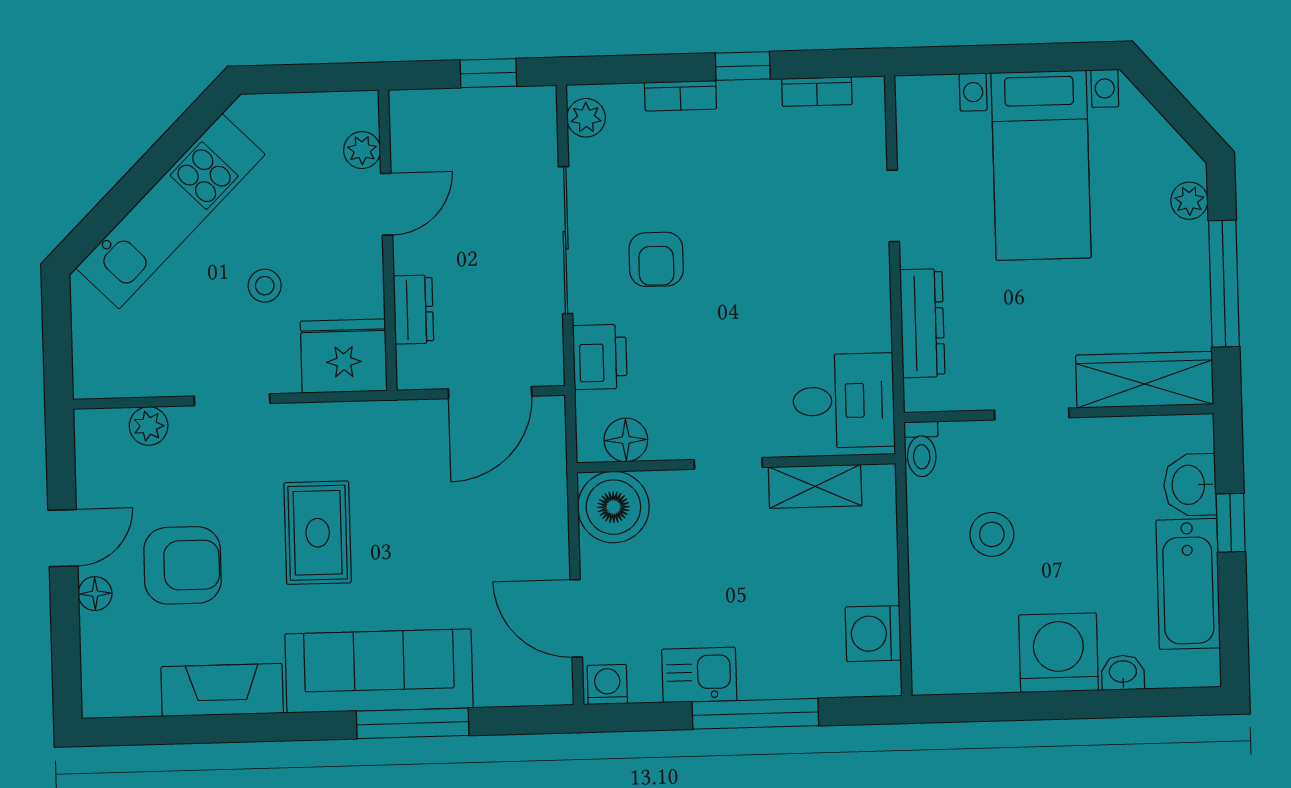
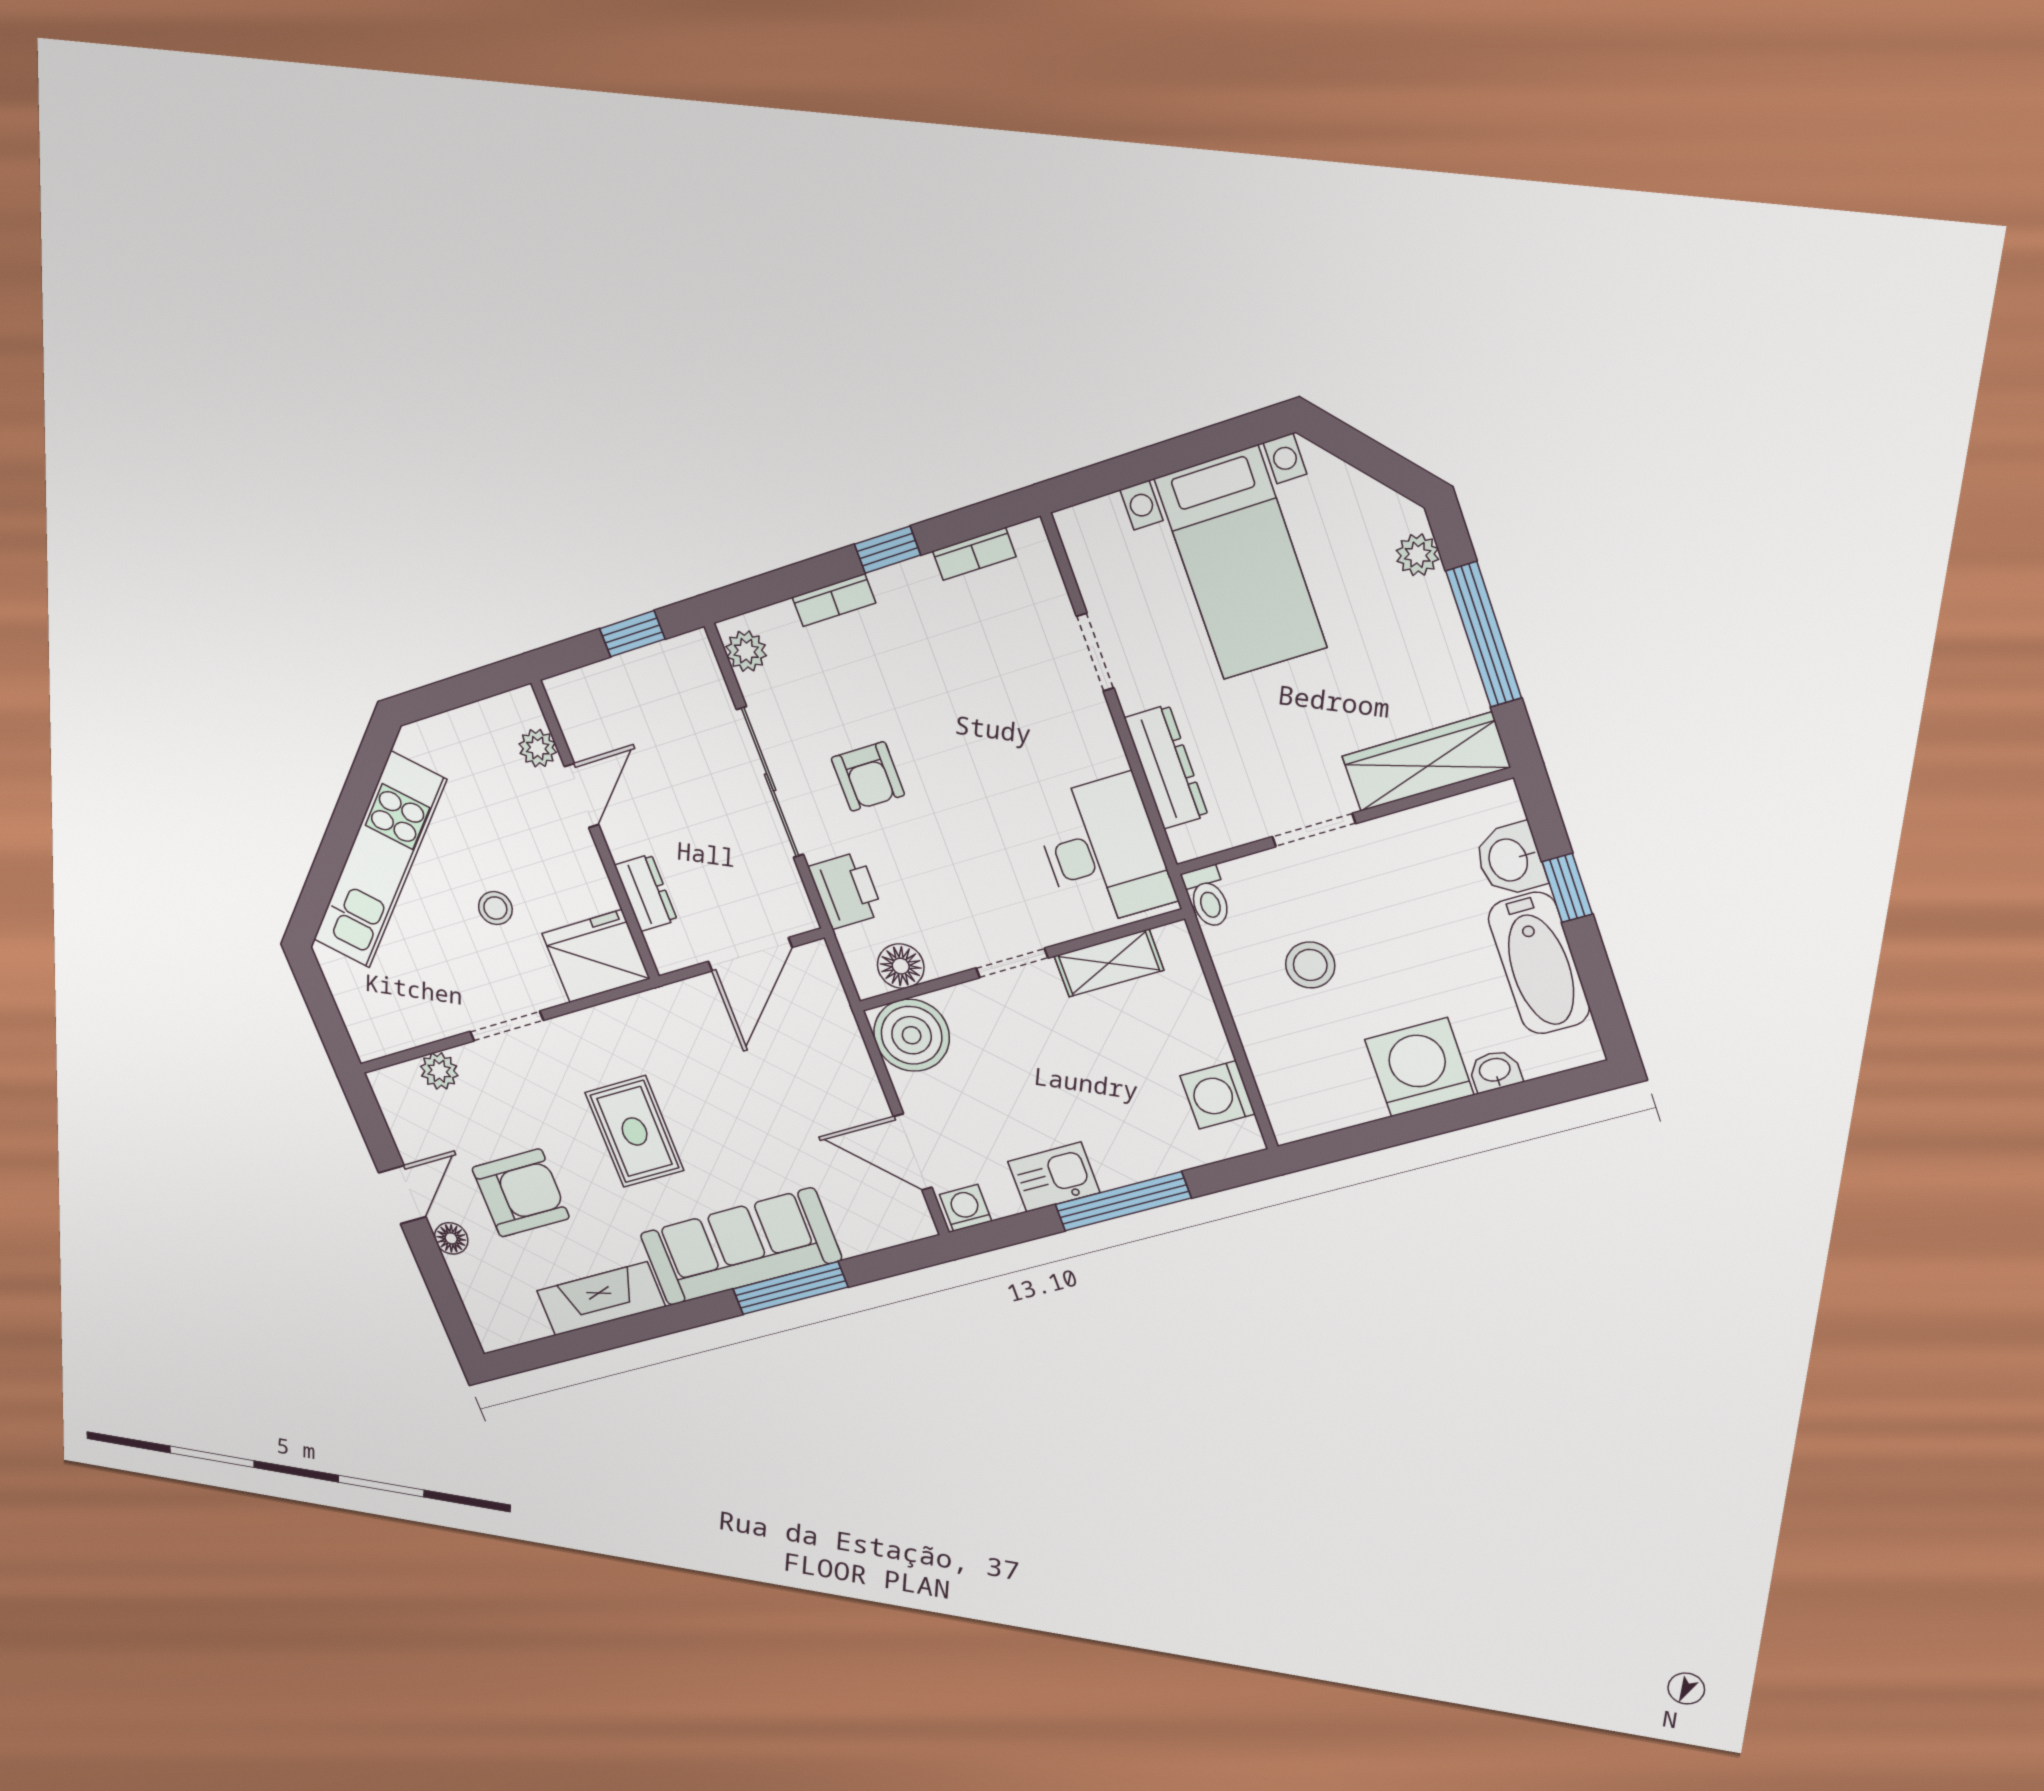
desk: (844, 401) -> (1103, 851), width x1.37

